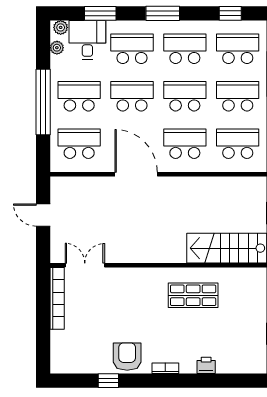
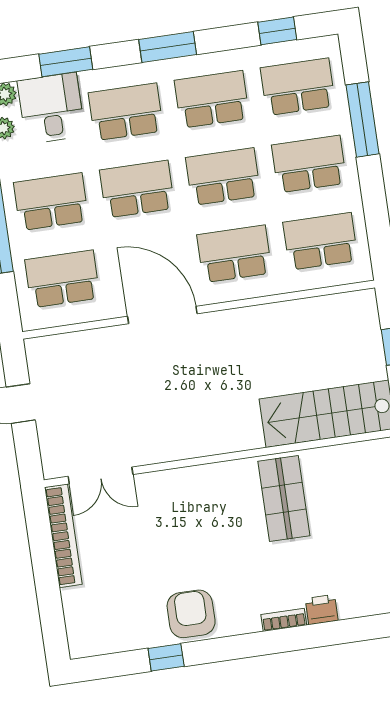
double door: (85, 265) -> (100, 475), swing flipped
shop shelf: (193, 295) -> (284, 498), turned 90
bookcase: (165, 368) -> (284, 620), moved

